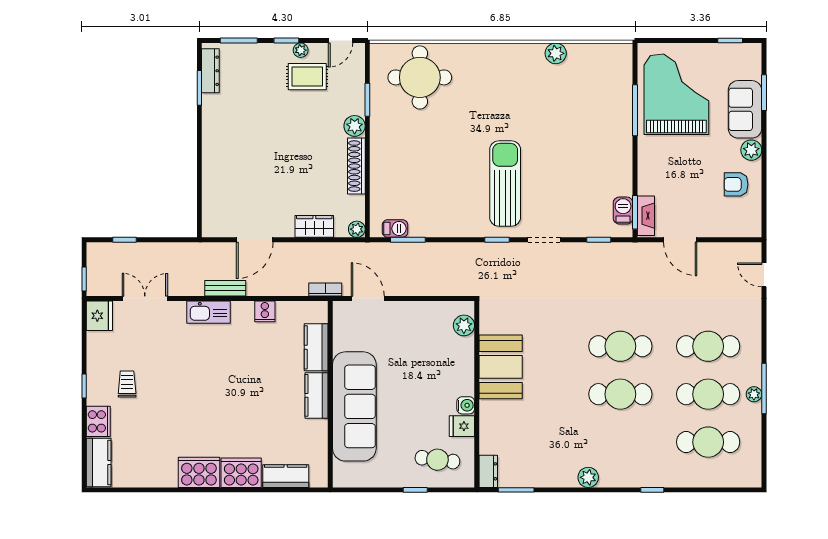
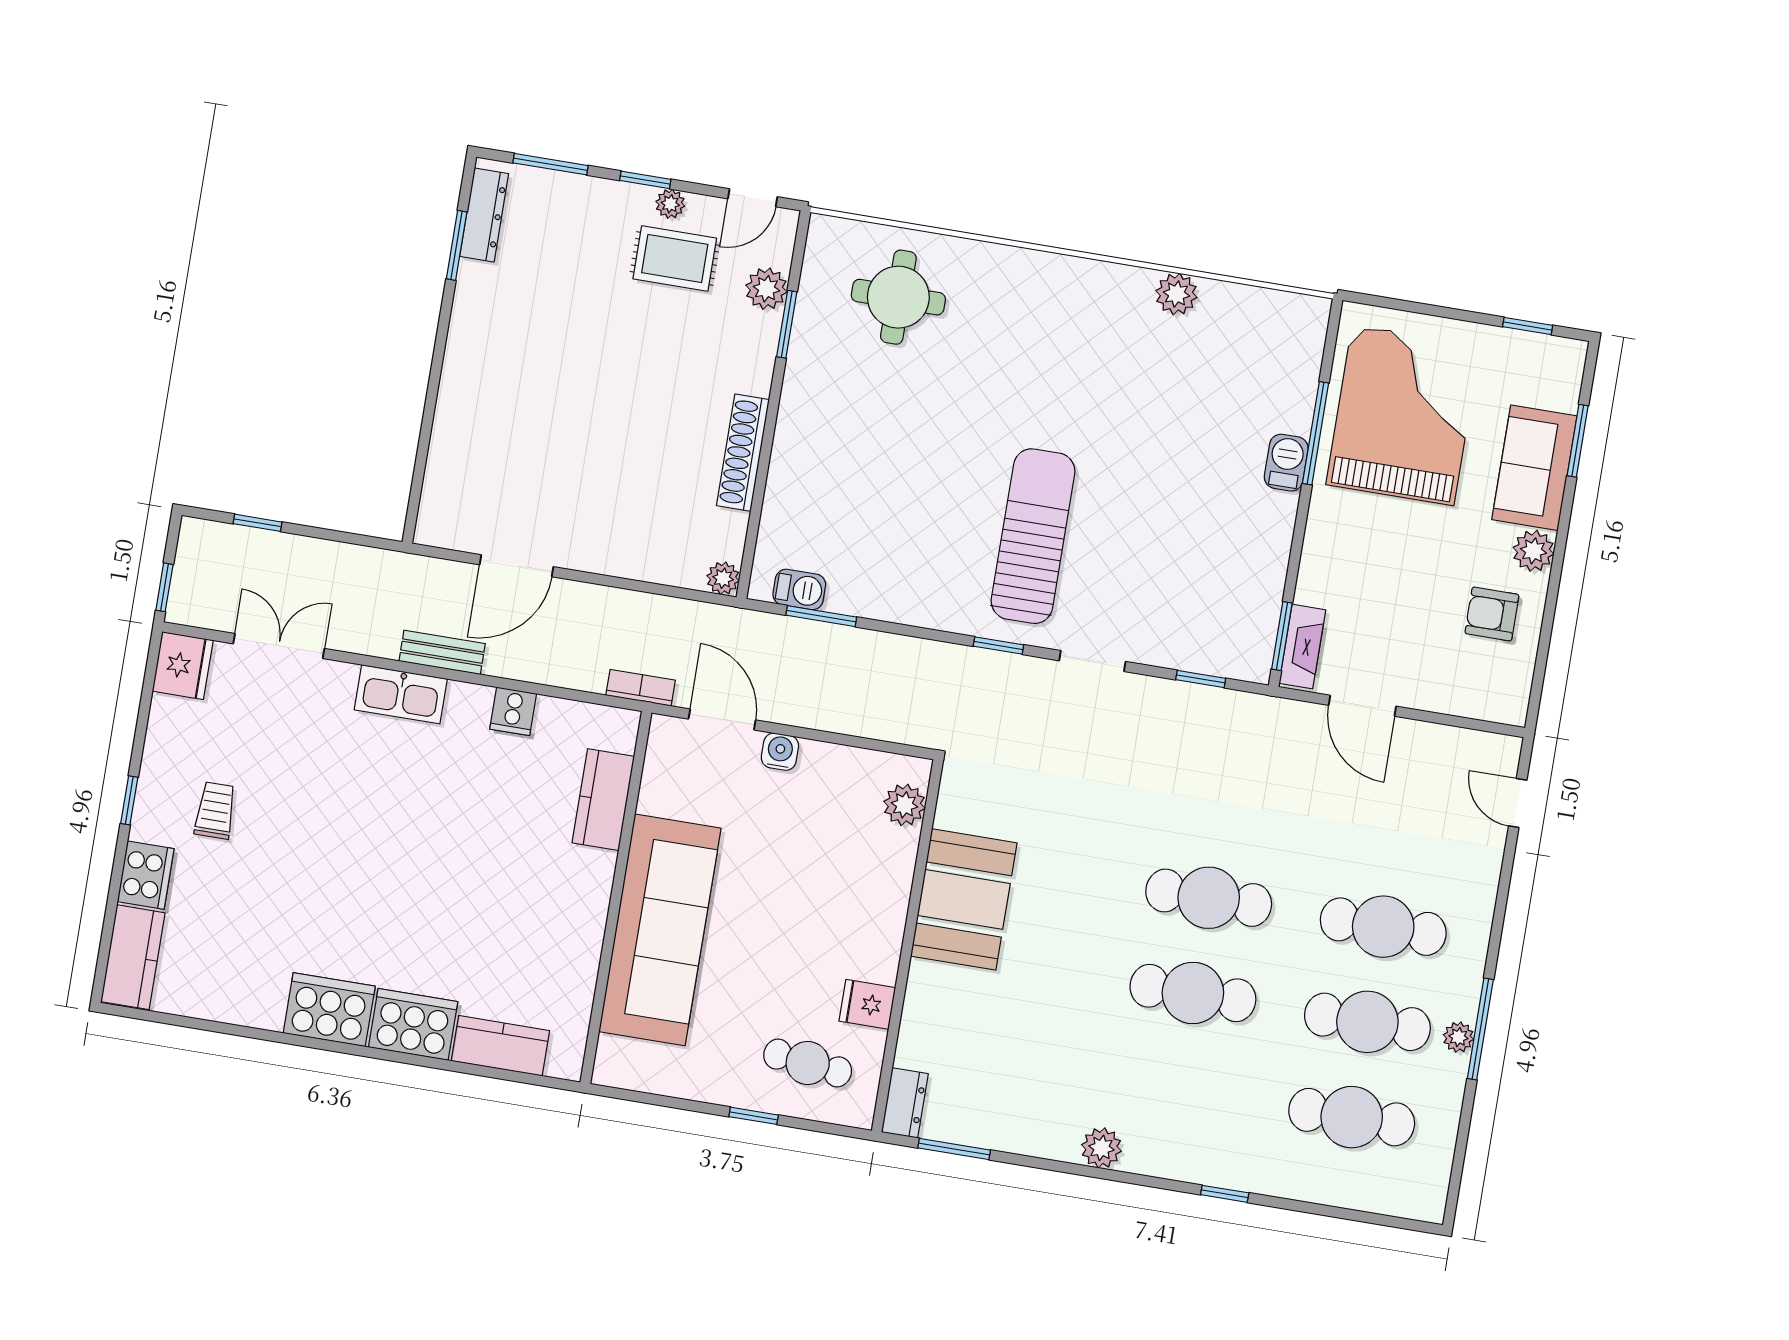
round table: (420, 77) -> (898, 297), width x0.73, depth x0.73
plant: (355, 126) -> (766, 289), moved
barbecue: (623, 211) -> (1286, 463), moved
wardrobe: (314, 226) -> (639, 559), removed
kitchen counter: (316, 395) -> (588, 895), removed
water cooler: (466, 405) -> (780, 752), moved, turned -90

